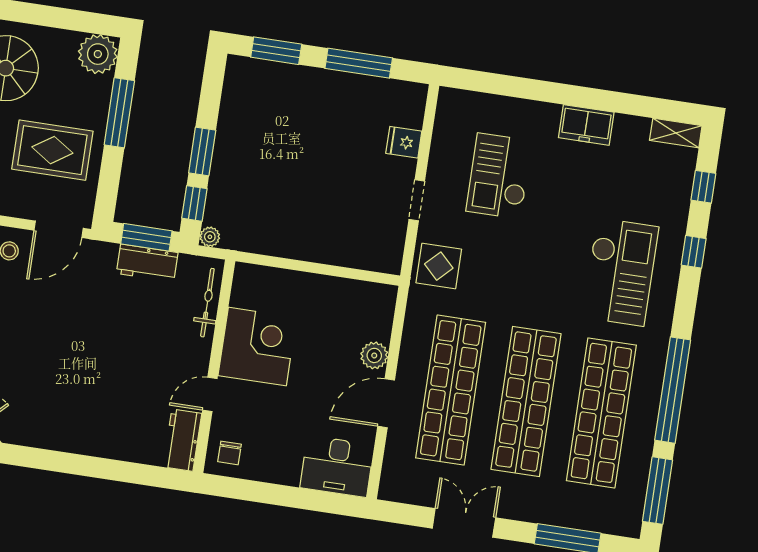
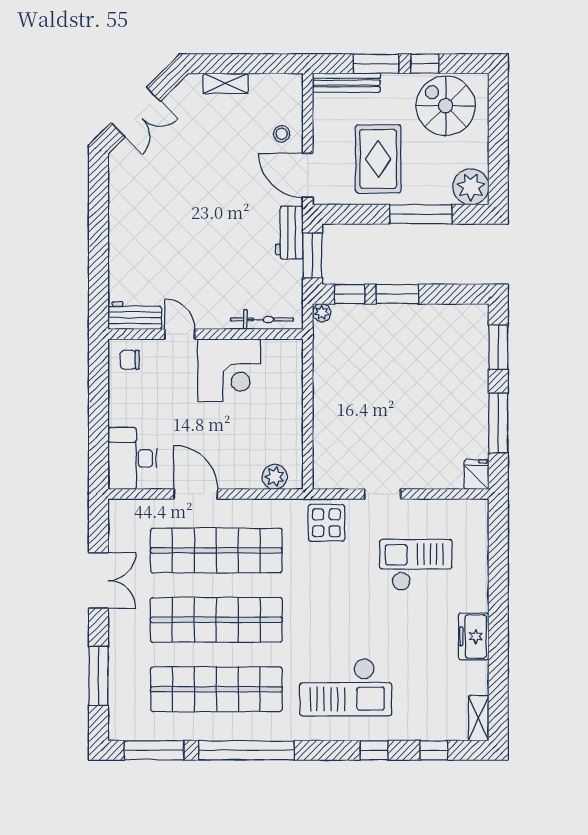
fridge: (404, 142) -> (476, 474), moved
workbench: (147, 263) -> (289, 233), moved
plant: (374, 355) -> (275, 477), moved

